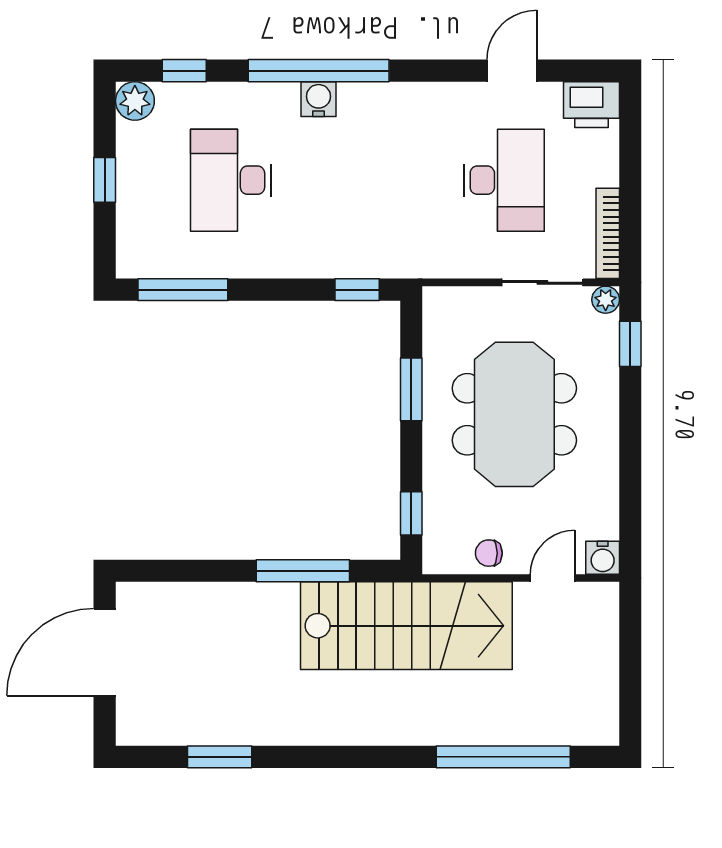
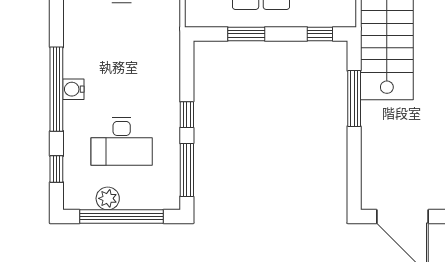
plant: (135, 101) -> (108, 198), moved
window: (105, 180) -> (121, 216), width x3.17
window: (357, 290) -> (187, 115), moved

